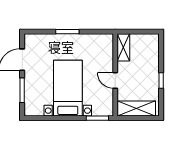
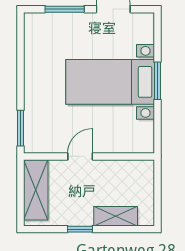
shelving: (123, 47) -> (116, 216), moved
bed with nightstands: (68, 88) -> (110, 82), moved, turned 180

